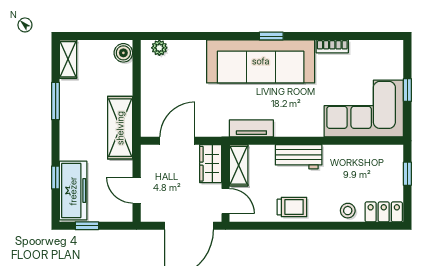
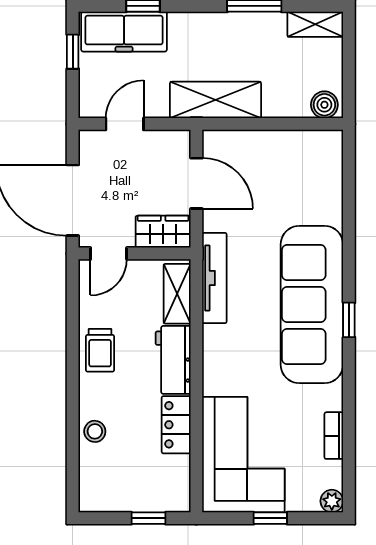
bookcase: (332, 46) -> (334, 436), moved
plant: (159, 48) -> (332, 501), moved
tv unit: (251, 128) -> (214, 278), width x1.41
shelving: (239, 165) -> (177, 294), moved, turned 90
locker: (384, 212) -> (176, 425), moved, turned 180

